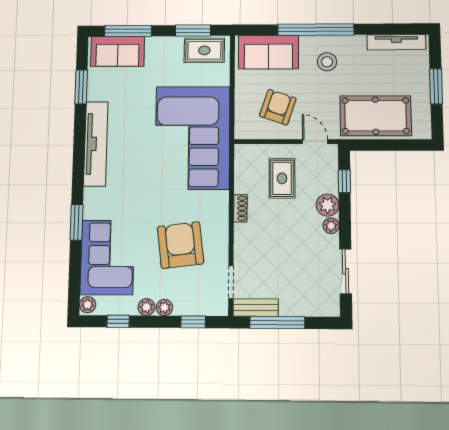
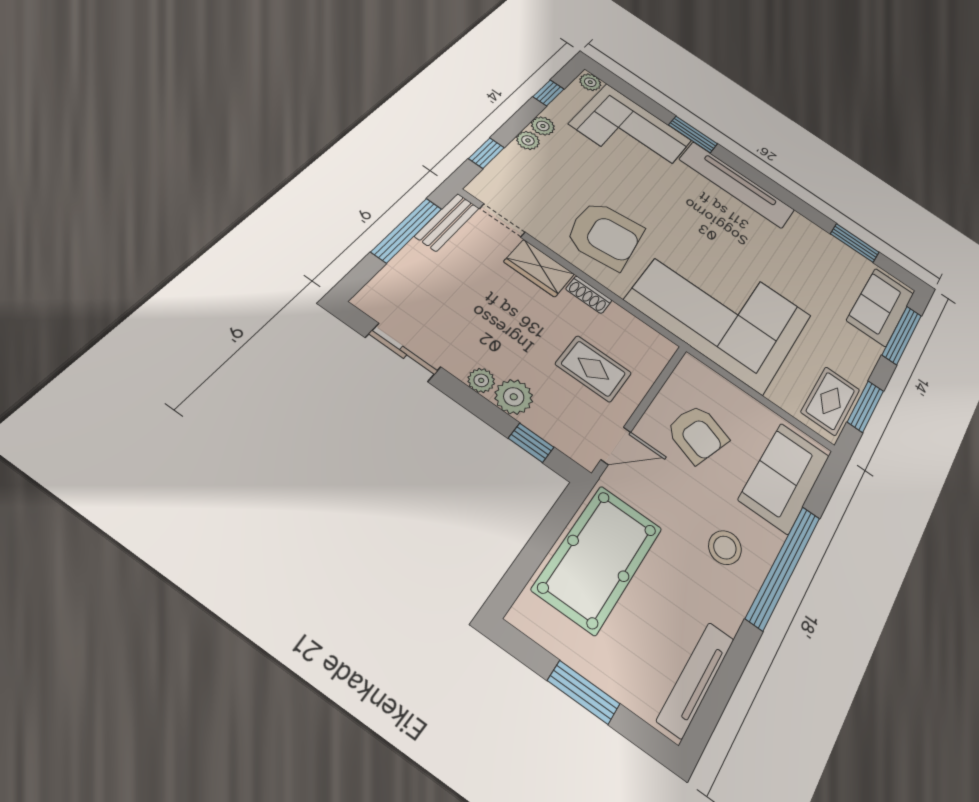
tv unit: (96, 144) -> (737, 185), moved
wardrobe: (245, 243) -> (539, 268), added
armchair: (181, 245) -> (605, 235), moved

